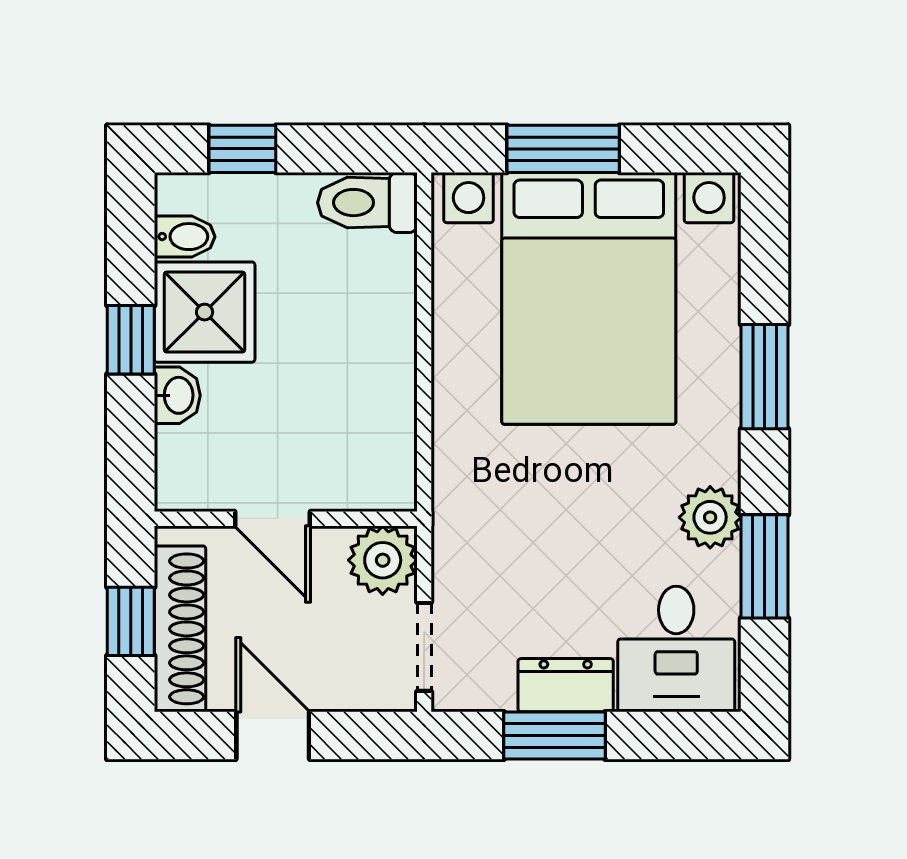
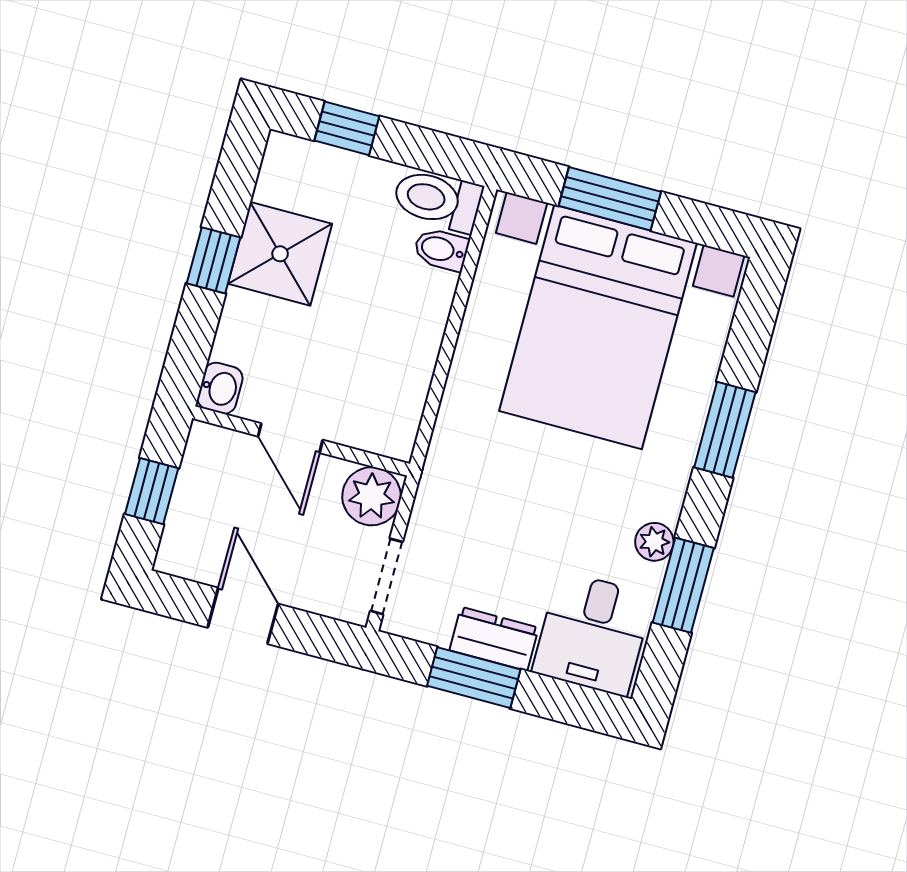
bidet: (185, 237) -> (441, 250), moved, turned 180
washbasin: (177, 395) -> (220, 388), moved
plant: (710, 517) -> (654, 542), width x0.73, depth x0.73
shoe rack: (180, 629) -> (190, 508), removed

